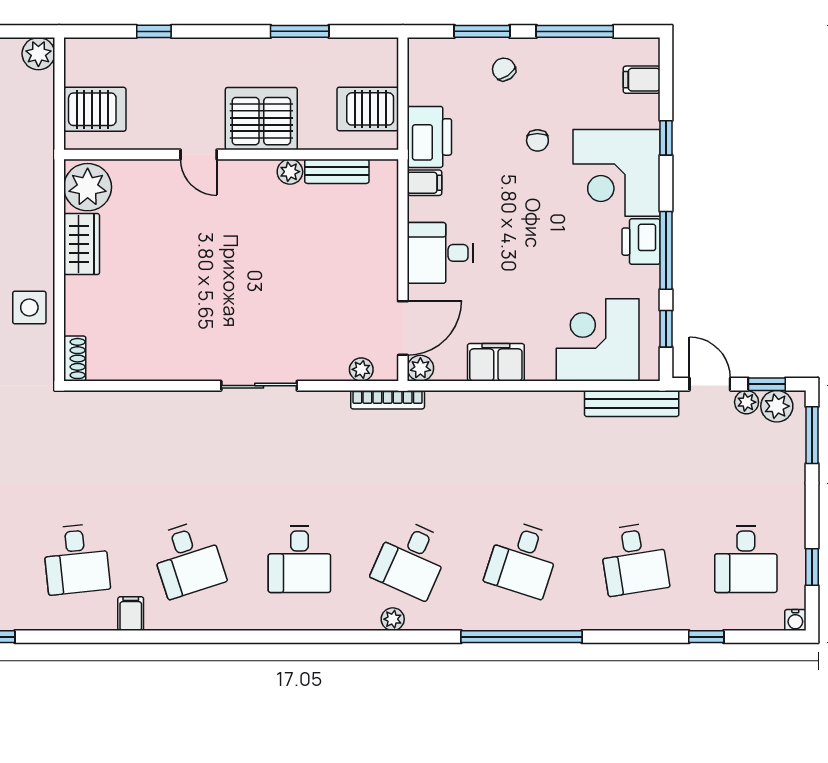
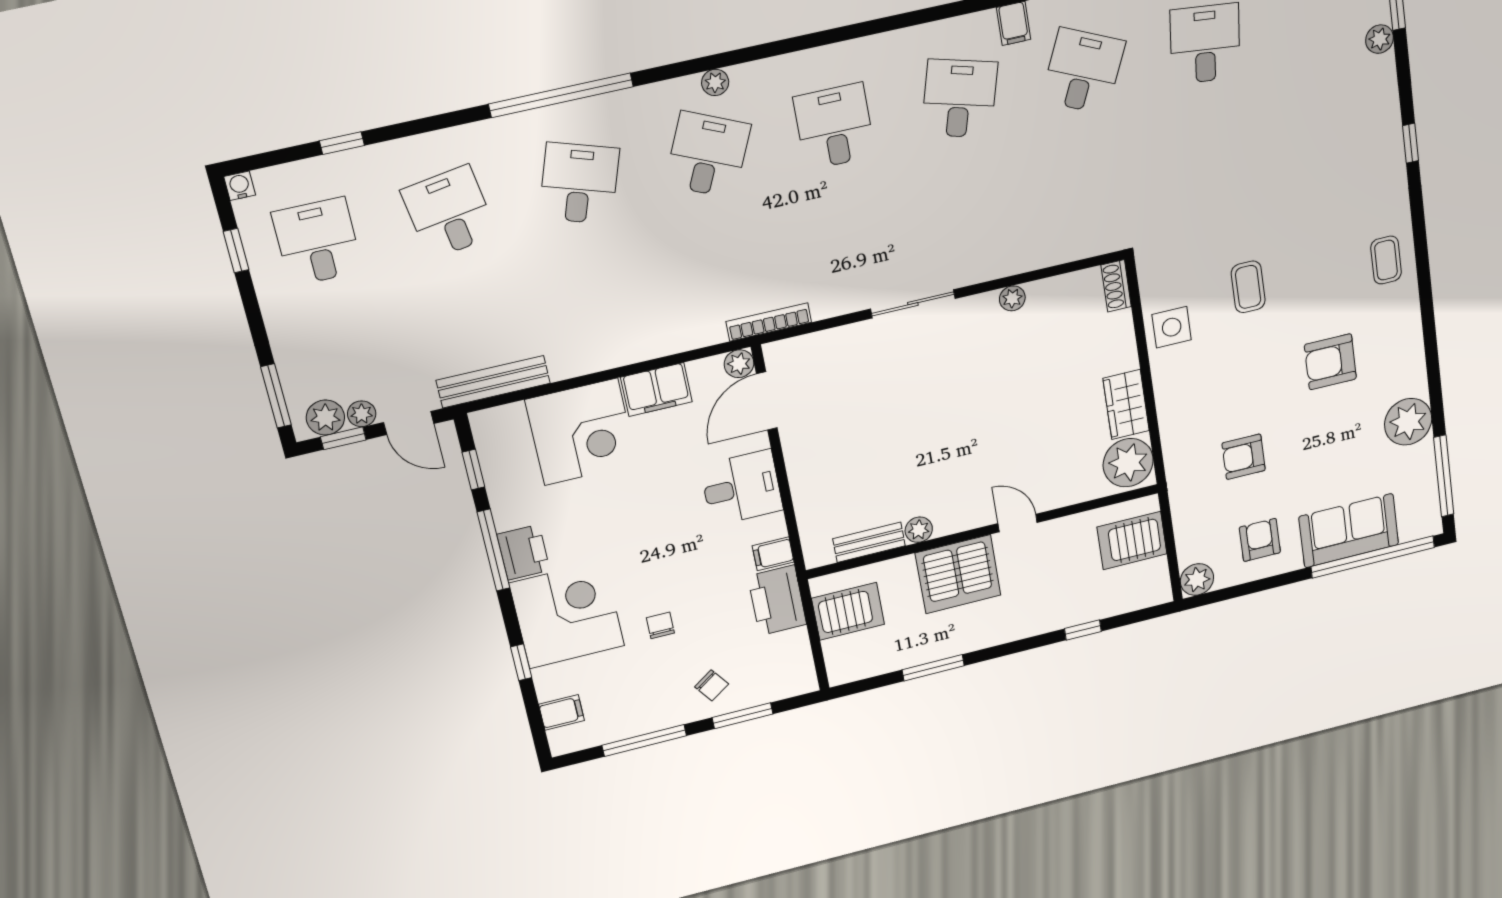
corner desk: (598, 340) -> (581, 432), moved
plant: (361, 369) -> (1012, 298), moved
desk: (76, 559) -> (1083, 71), turned 30
desk: (188, 559) -> (960, 99), turned 33

